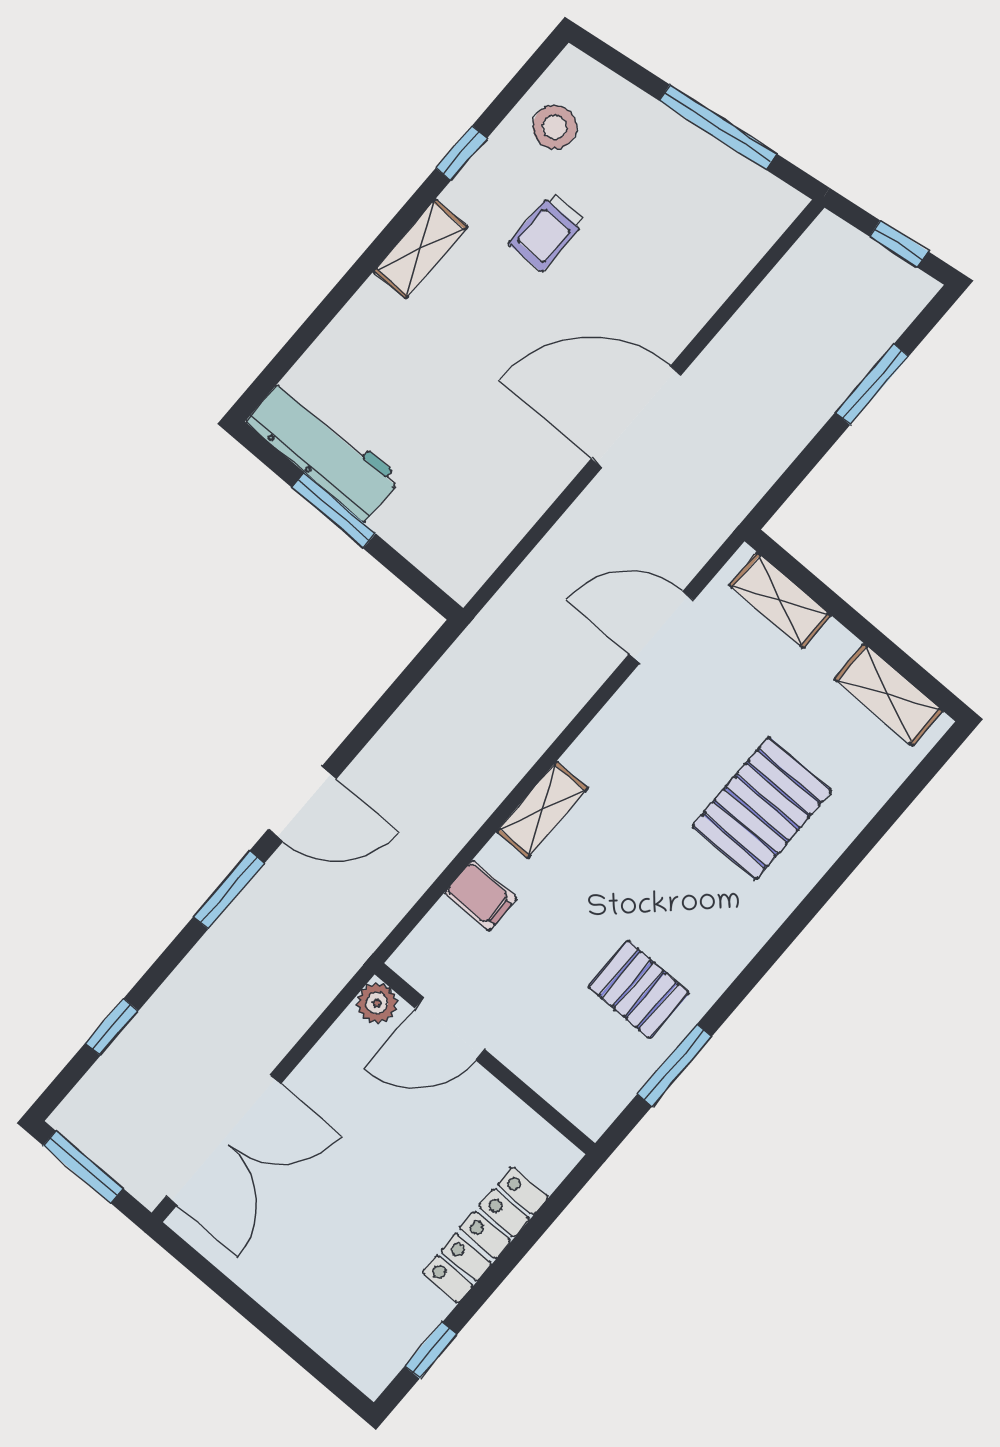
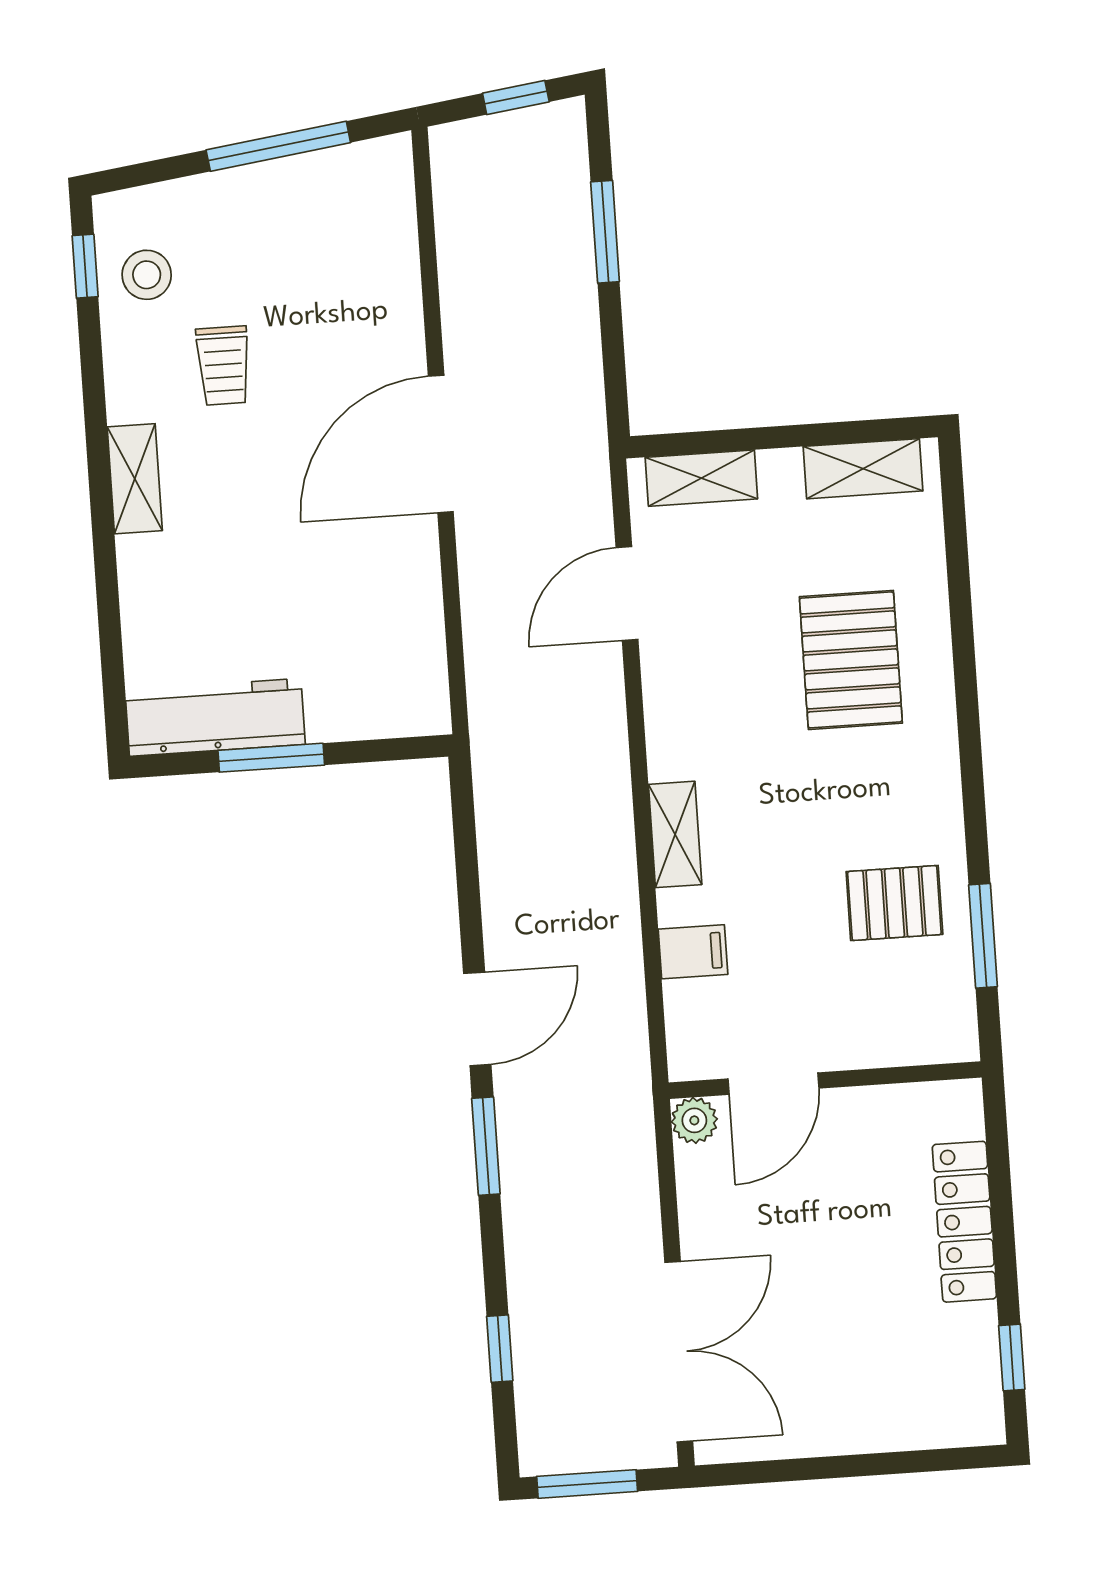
window: (461, 153) -> (85, 266), moved

